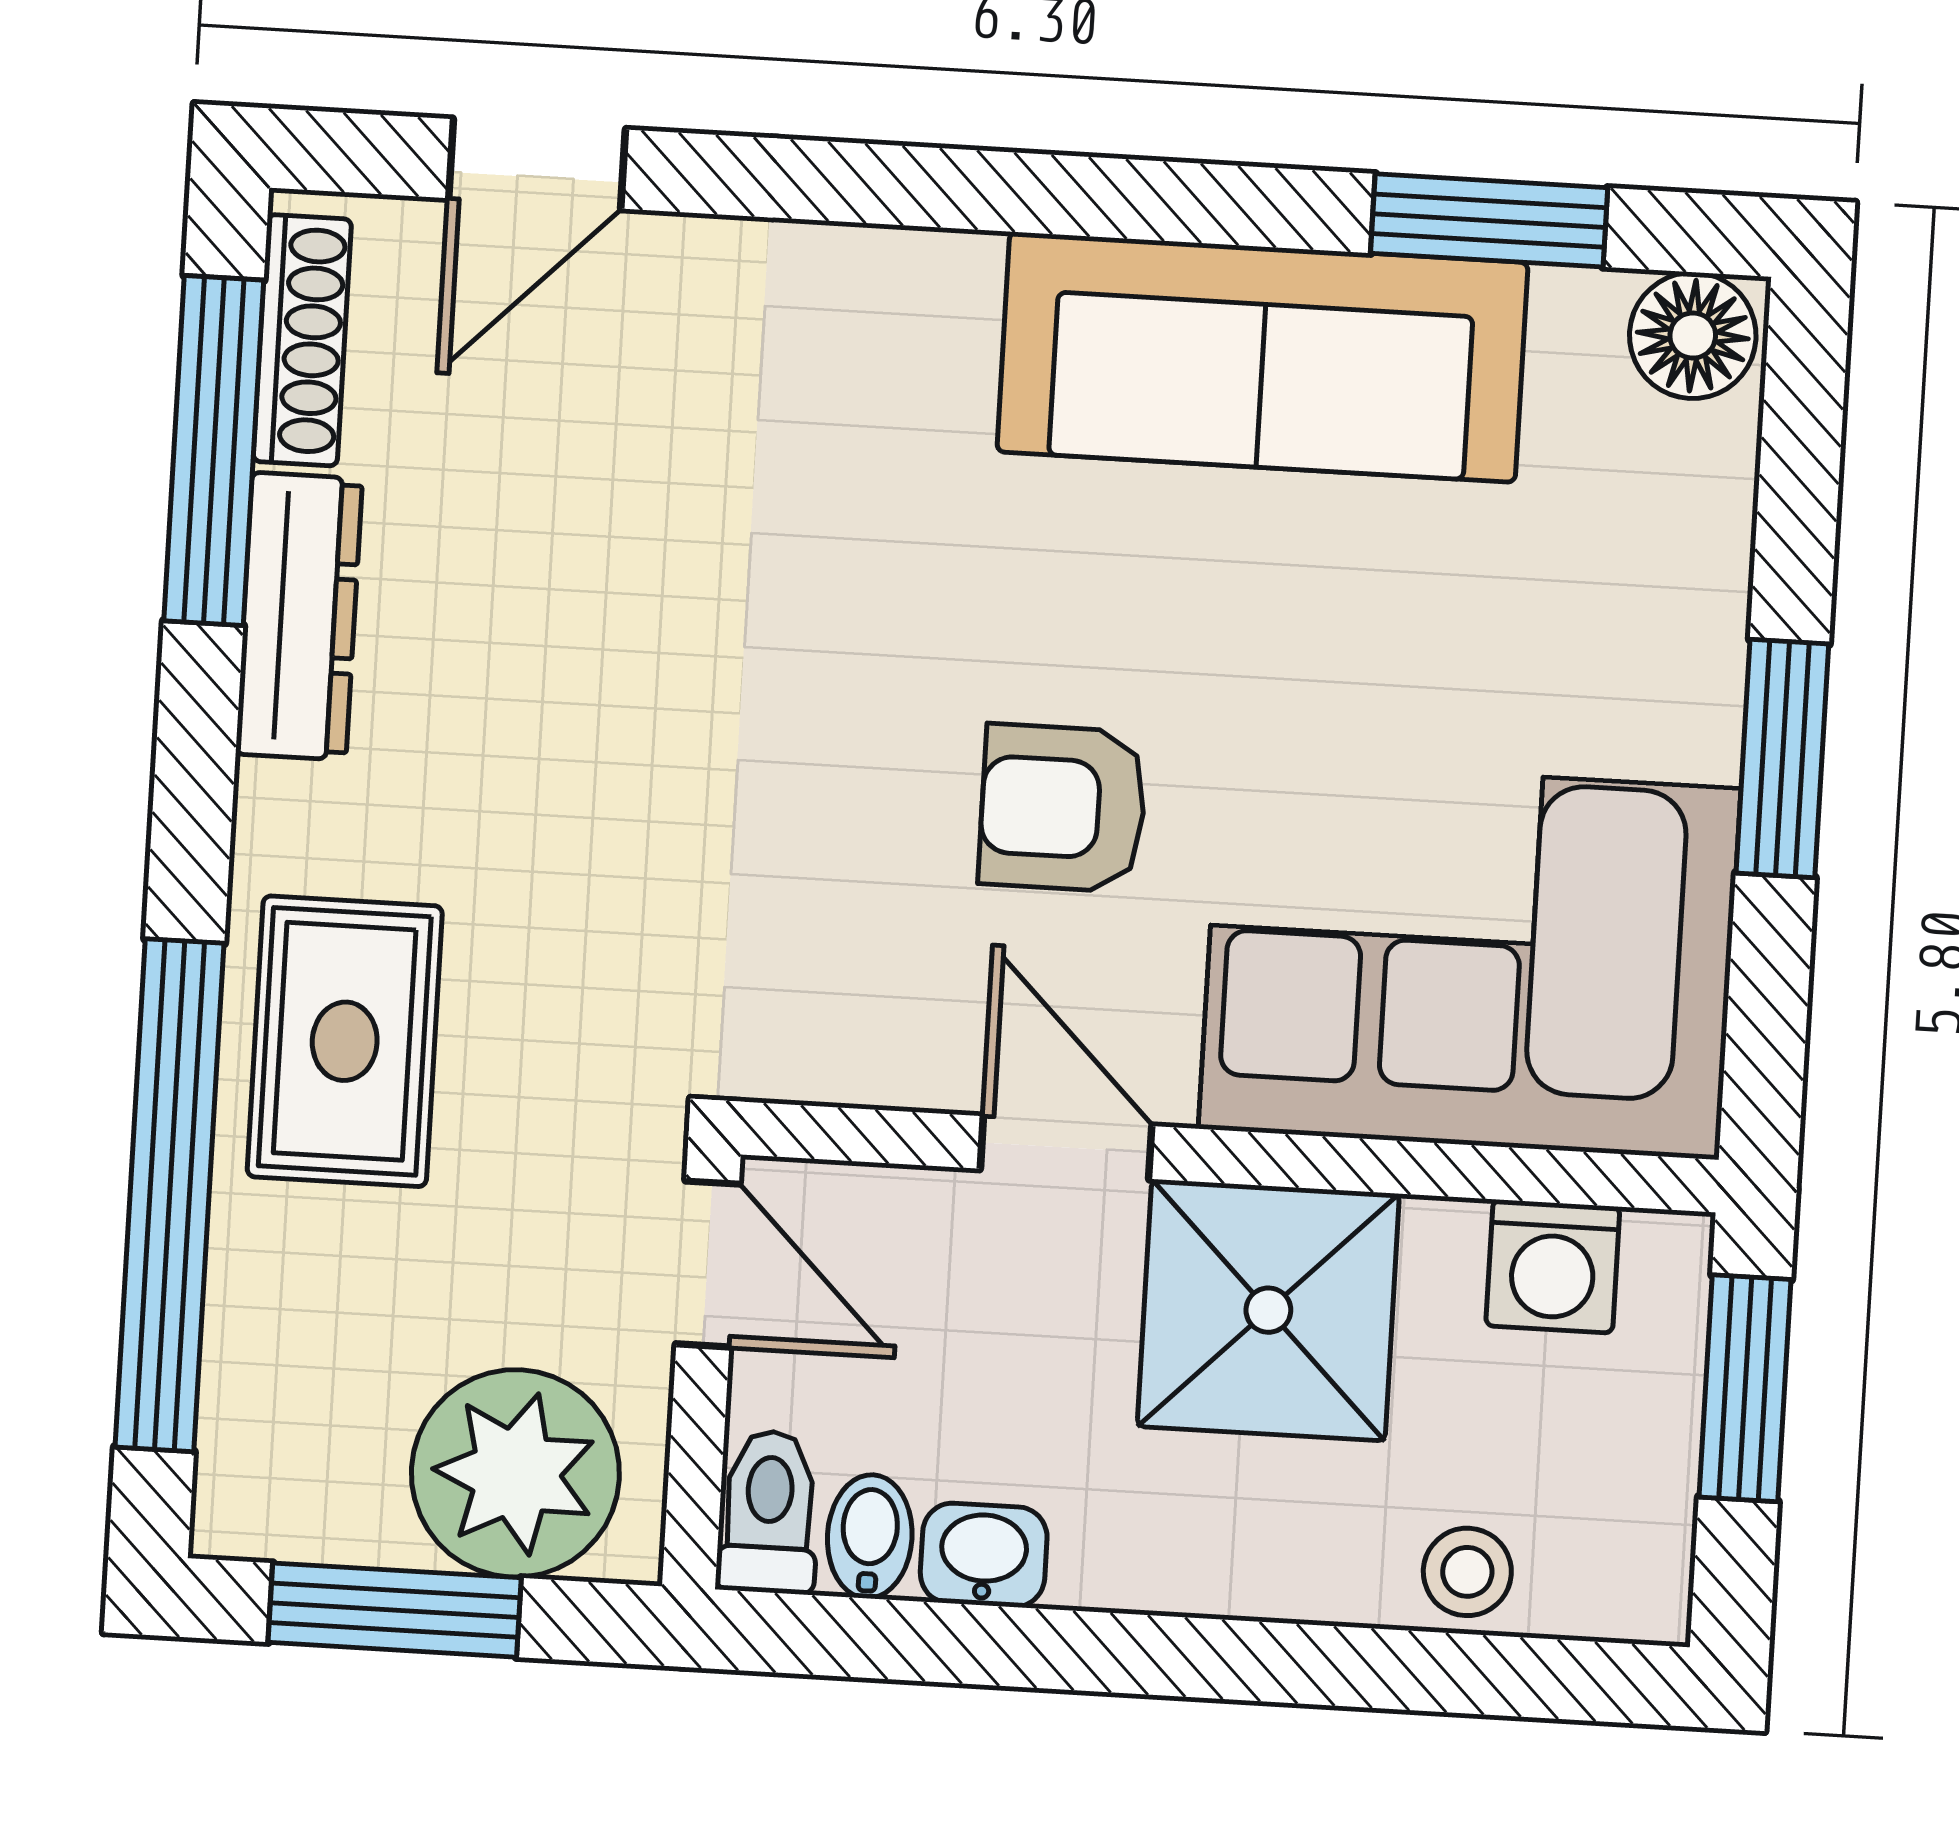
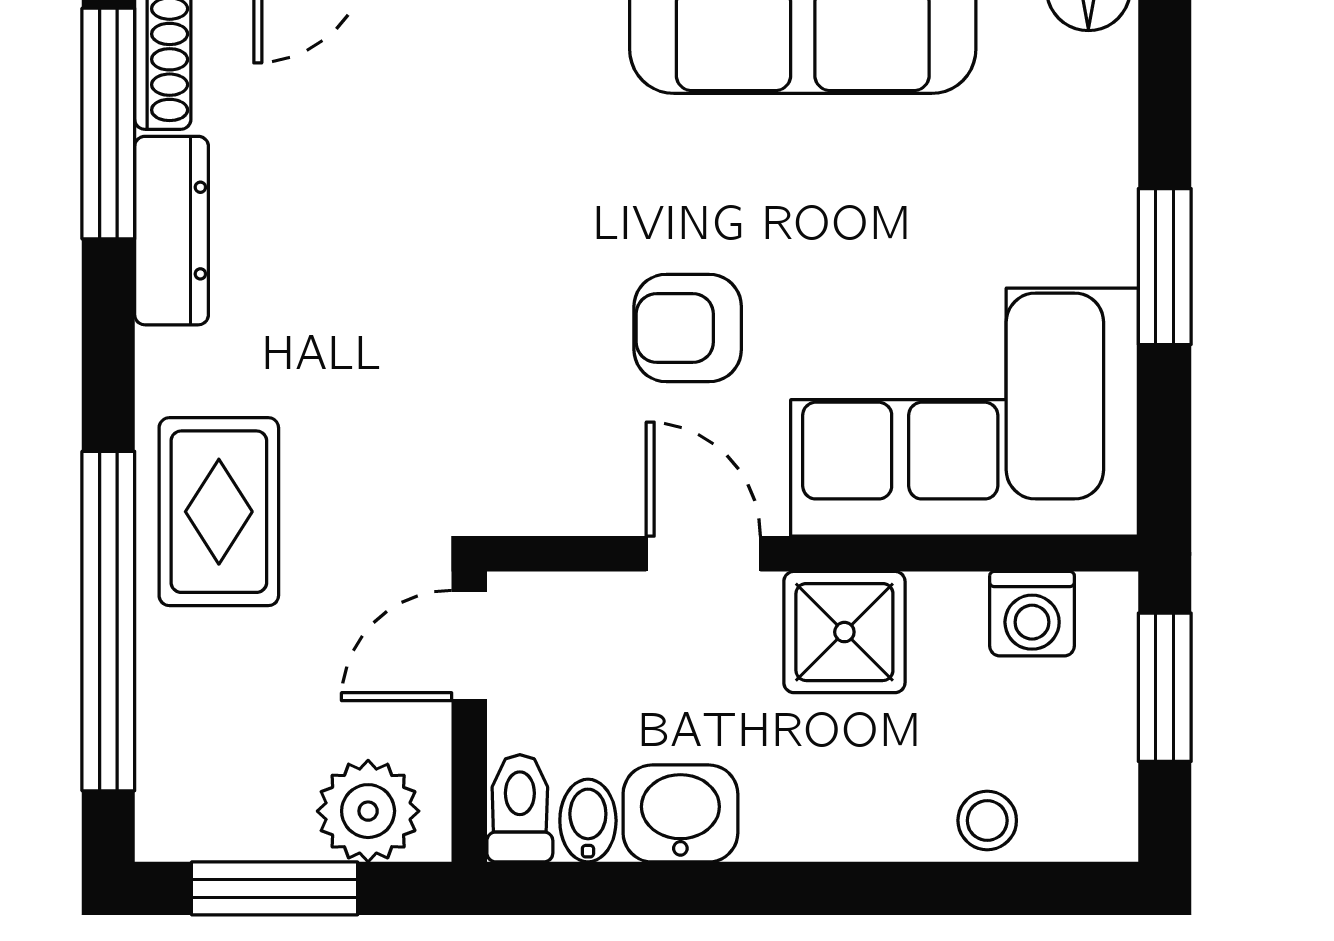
door: (708, 1264) -> (469, 646), swing flipped
shower: (1268, 1310) -> (844, 632), width x0.73, depth x0.73
plant: (515, 1473) -> (368, 811), width x0.73, depth x0.73
washbasin: (984, 1555) -> (680, 813), width x1.38, depth x1.45

